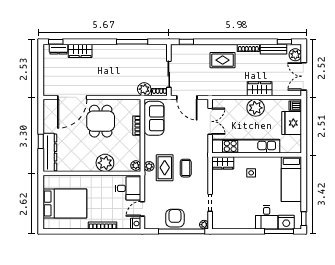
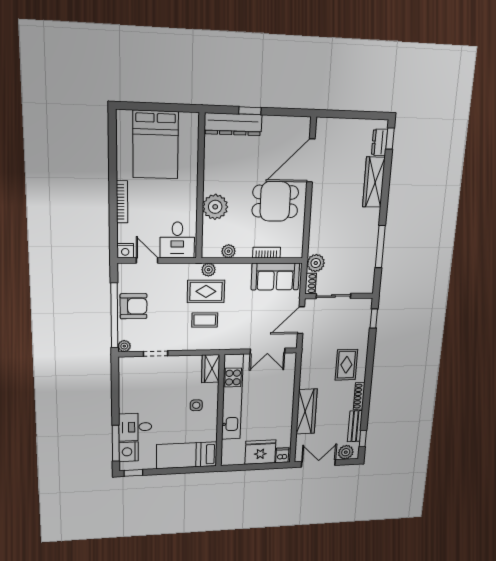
wardrobe: (80, 51) -> (374, 182), width x1.50
wardrobe: (260, 89) -> (307, 412), width x1.50
door: (72, 97) -> (311, 161), hinge flipped
plant: (256, 108) -> (282, 408), removed
plant: (136, 165) -> (228, 251), moved

